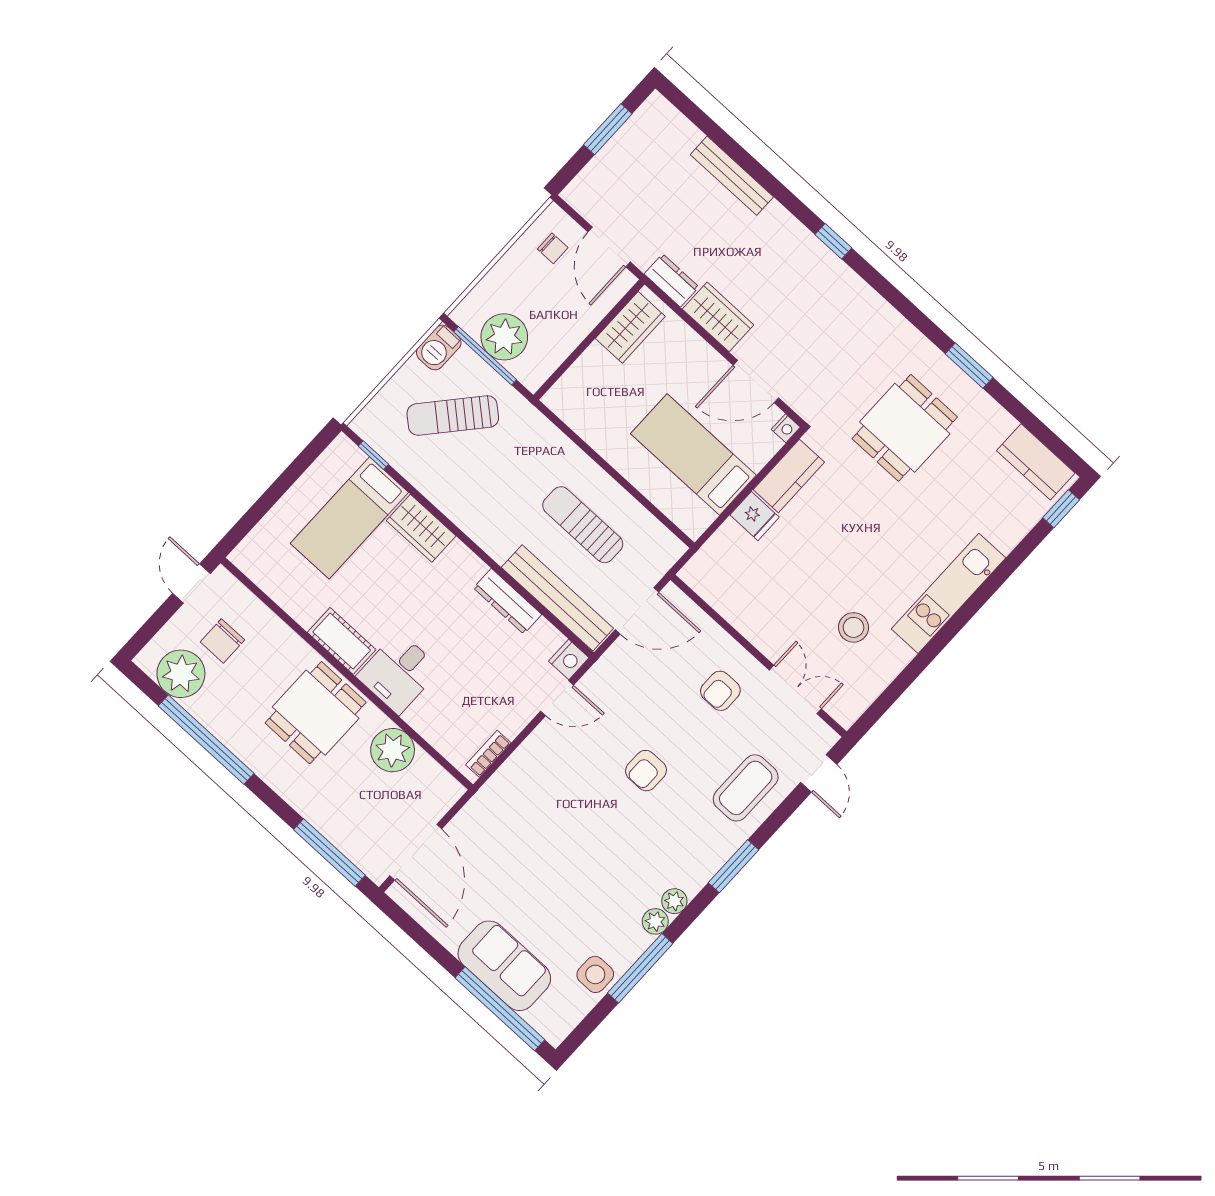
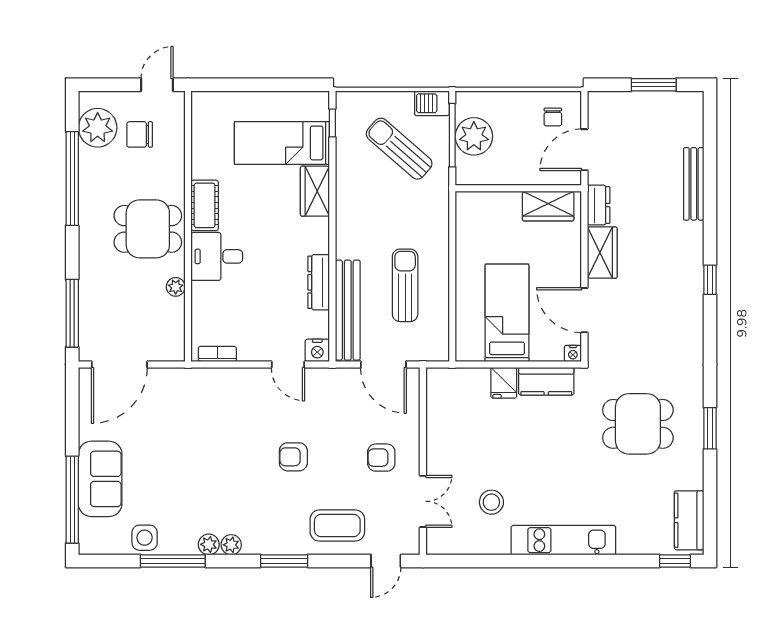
plant: (393, 750) -> (176, 287), width x0.53, depth x0.53

